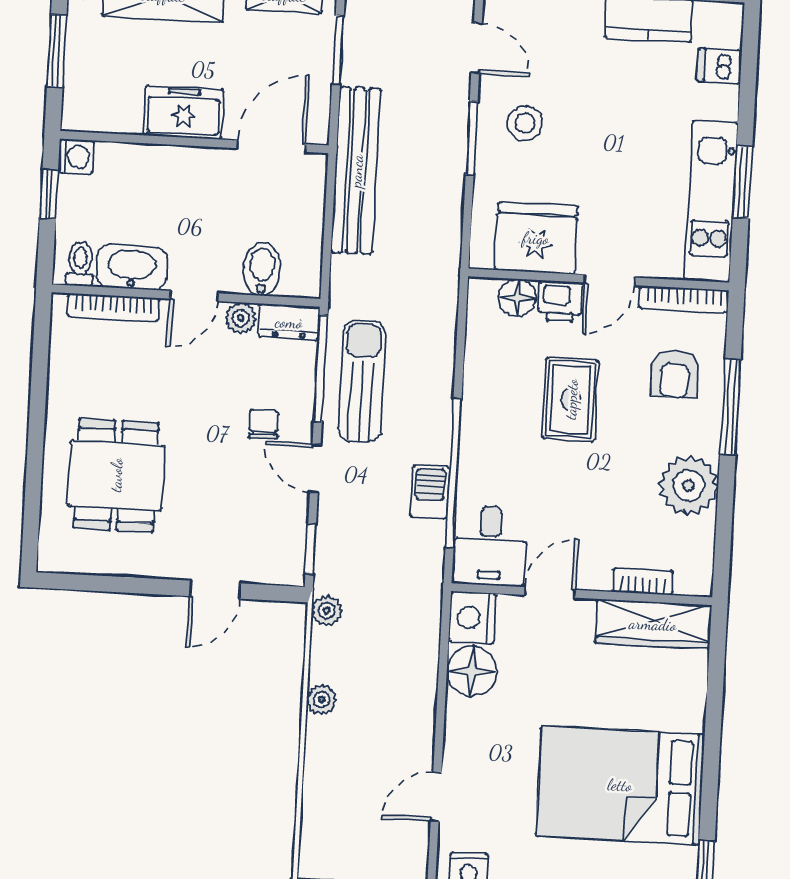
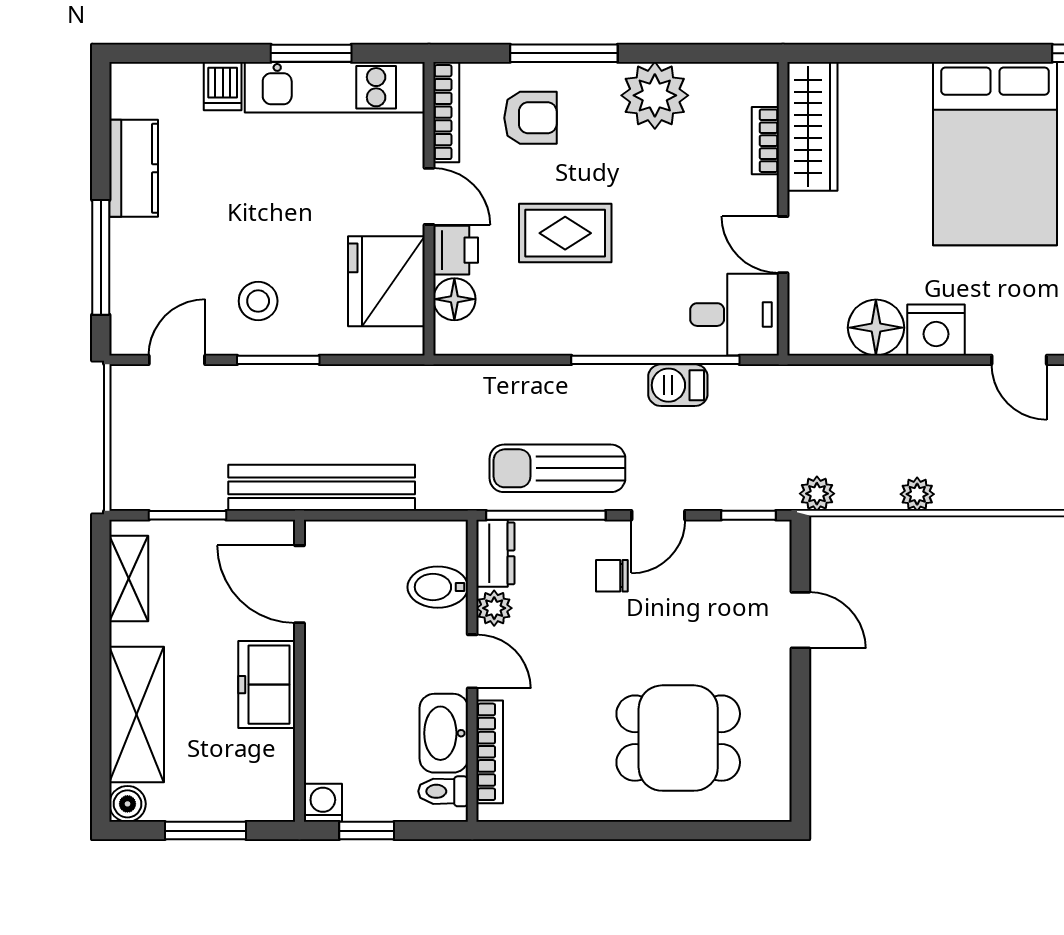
dishwasher: (720, 66) -> (223, 86), moved
nightstand: (472, 618) -> (936, 330), moved

